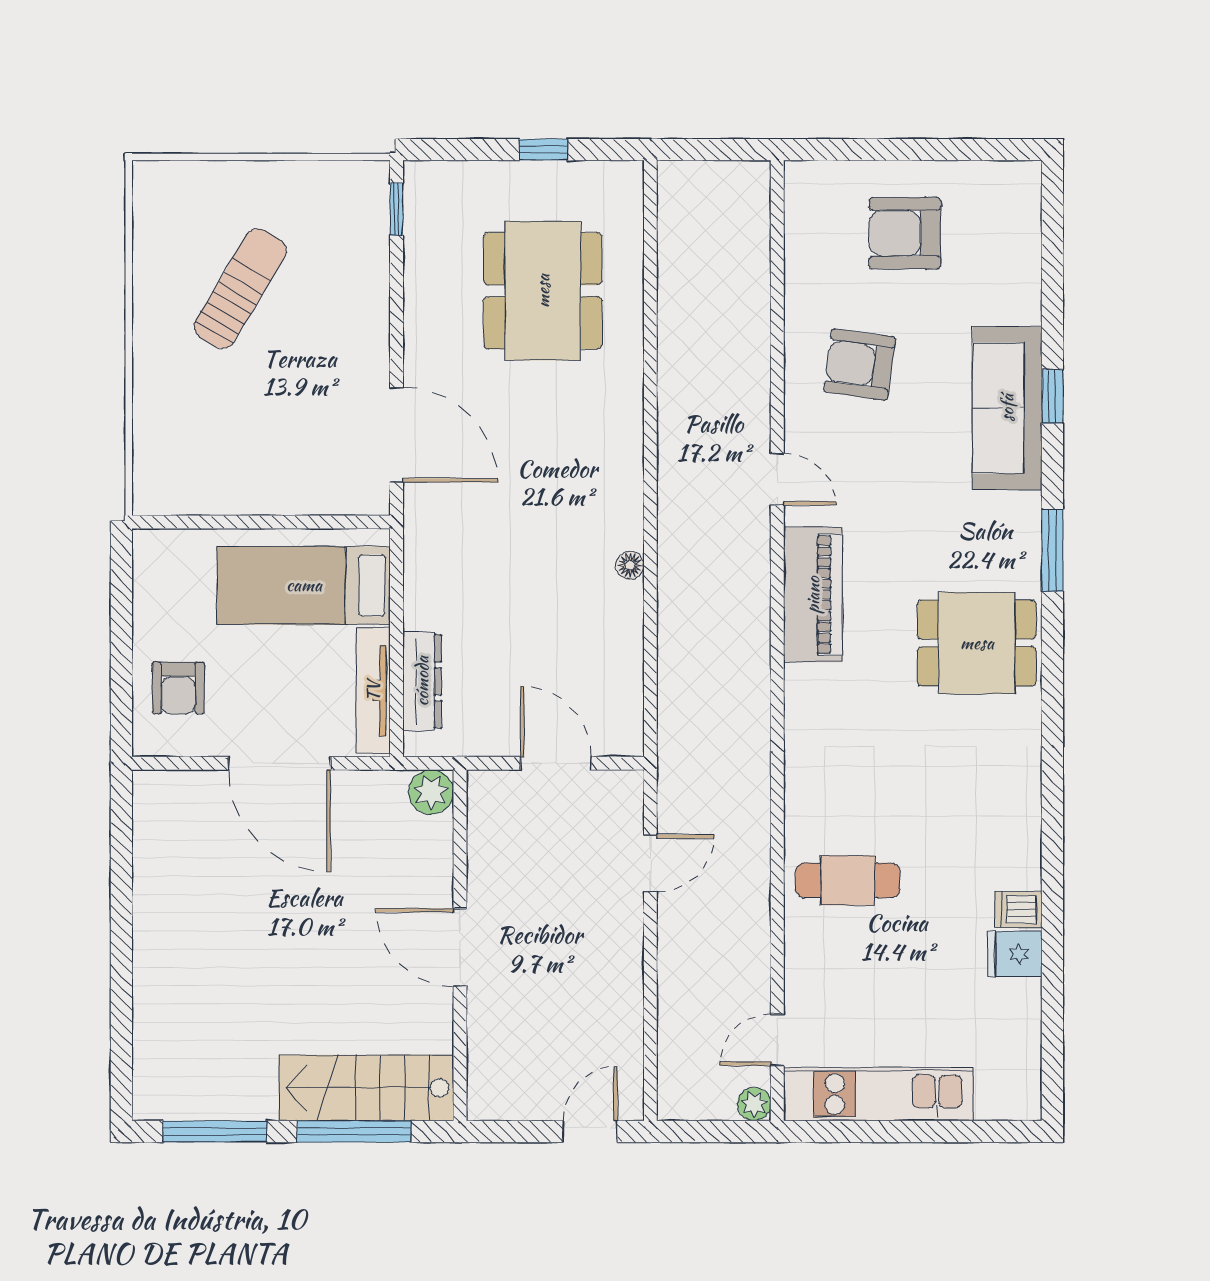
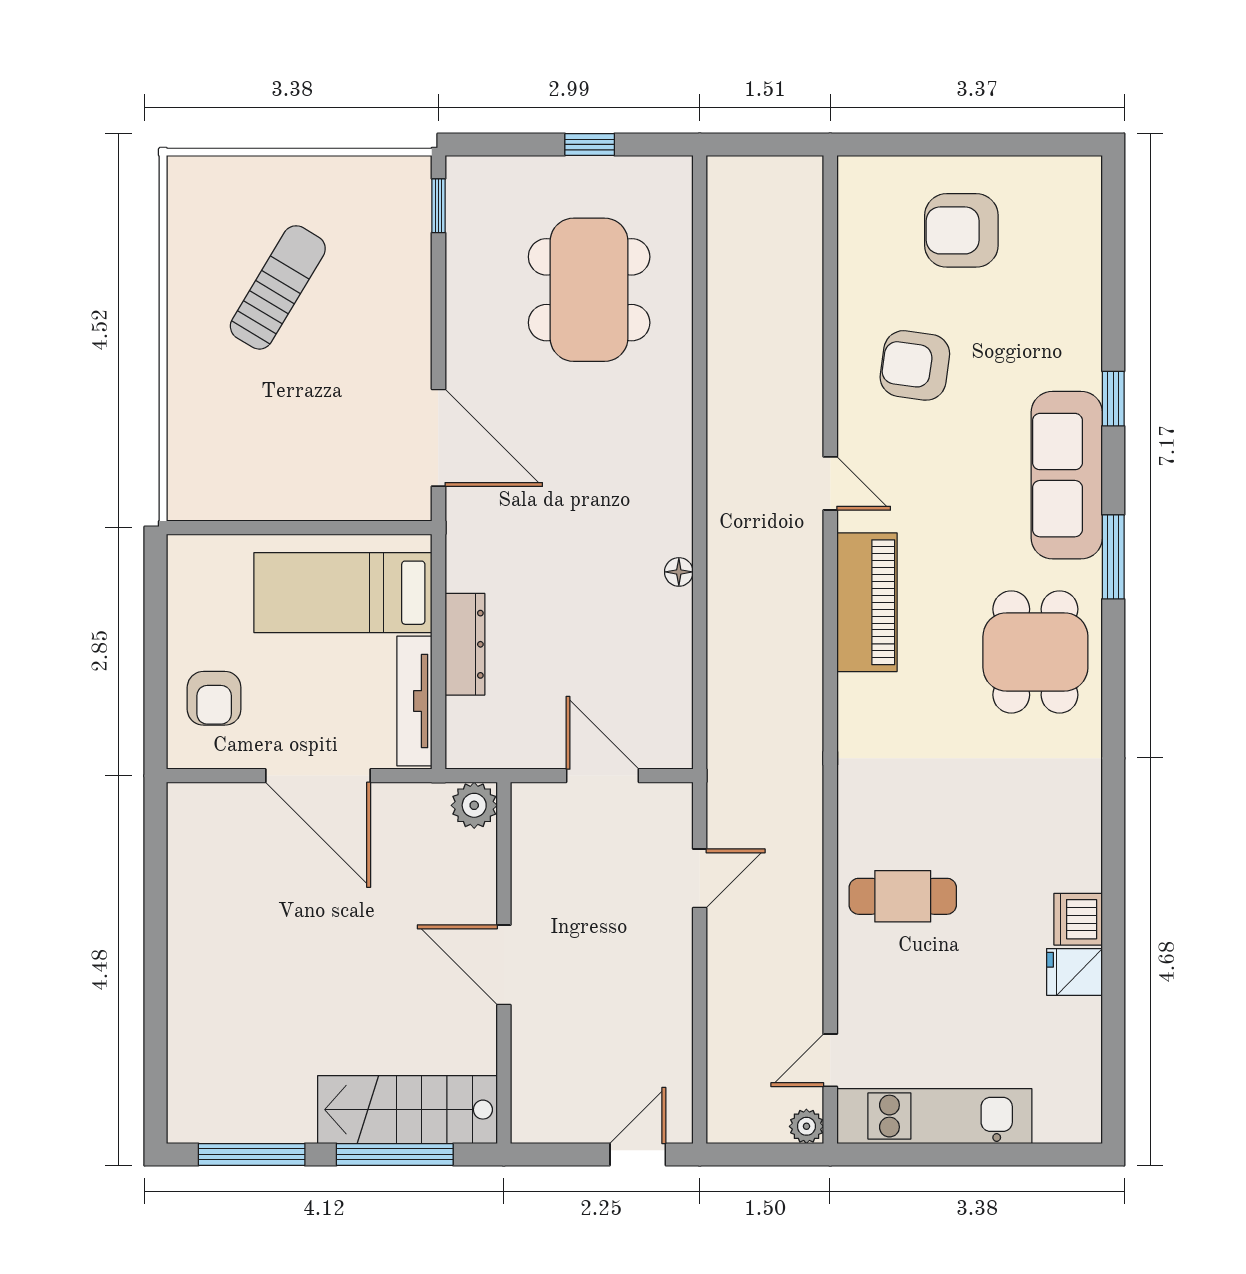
sofa: (1007, 408) -> (1067, 475), moved
dining table: (977, 643) -> (1035, 652), turned 90
dresser: (422, 681) -> (465, 644), moved
dishwasher: (1018, 910) -> (1078, 919), width x1.38

